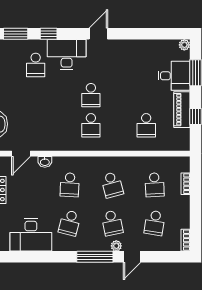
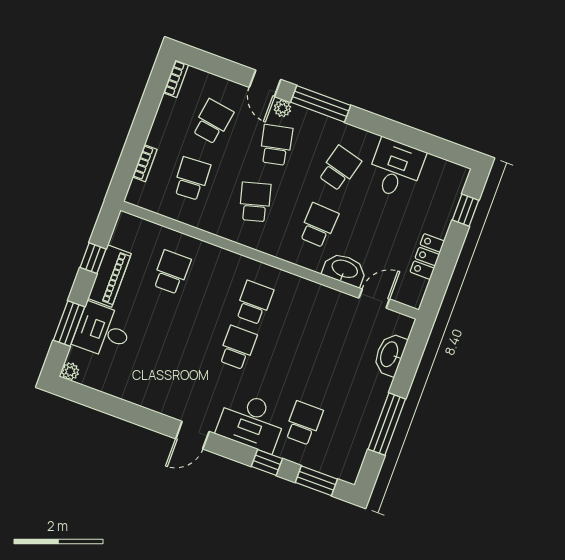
washbasin: (45, 162) -> (344, 270), width x1.91, depth x1.45
desk: (31, 235) -> (396, 169), width x0.73
door: (132, 257) -> (265, 83), swing flipped

